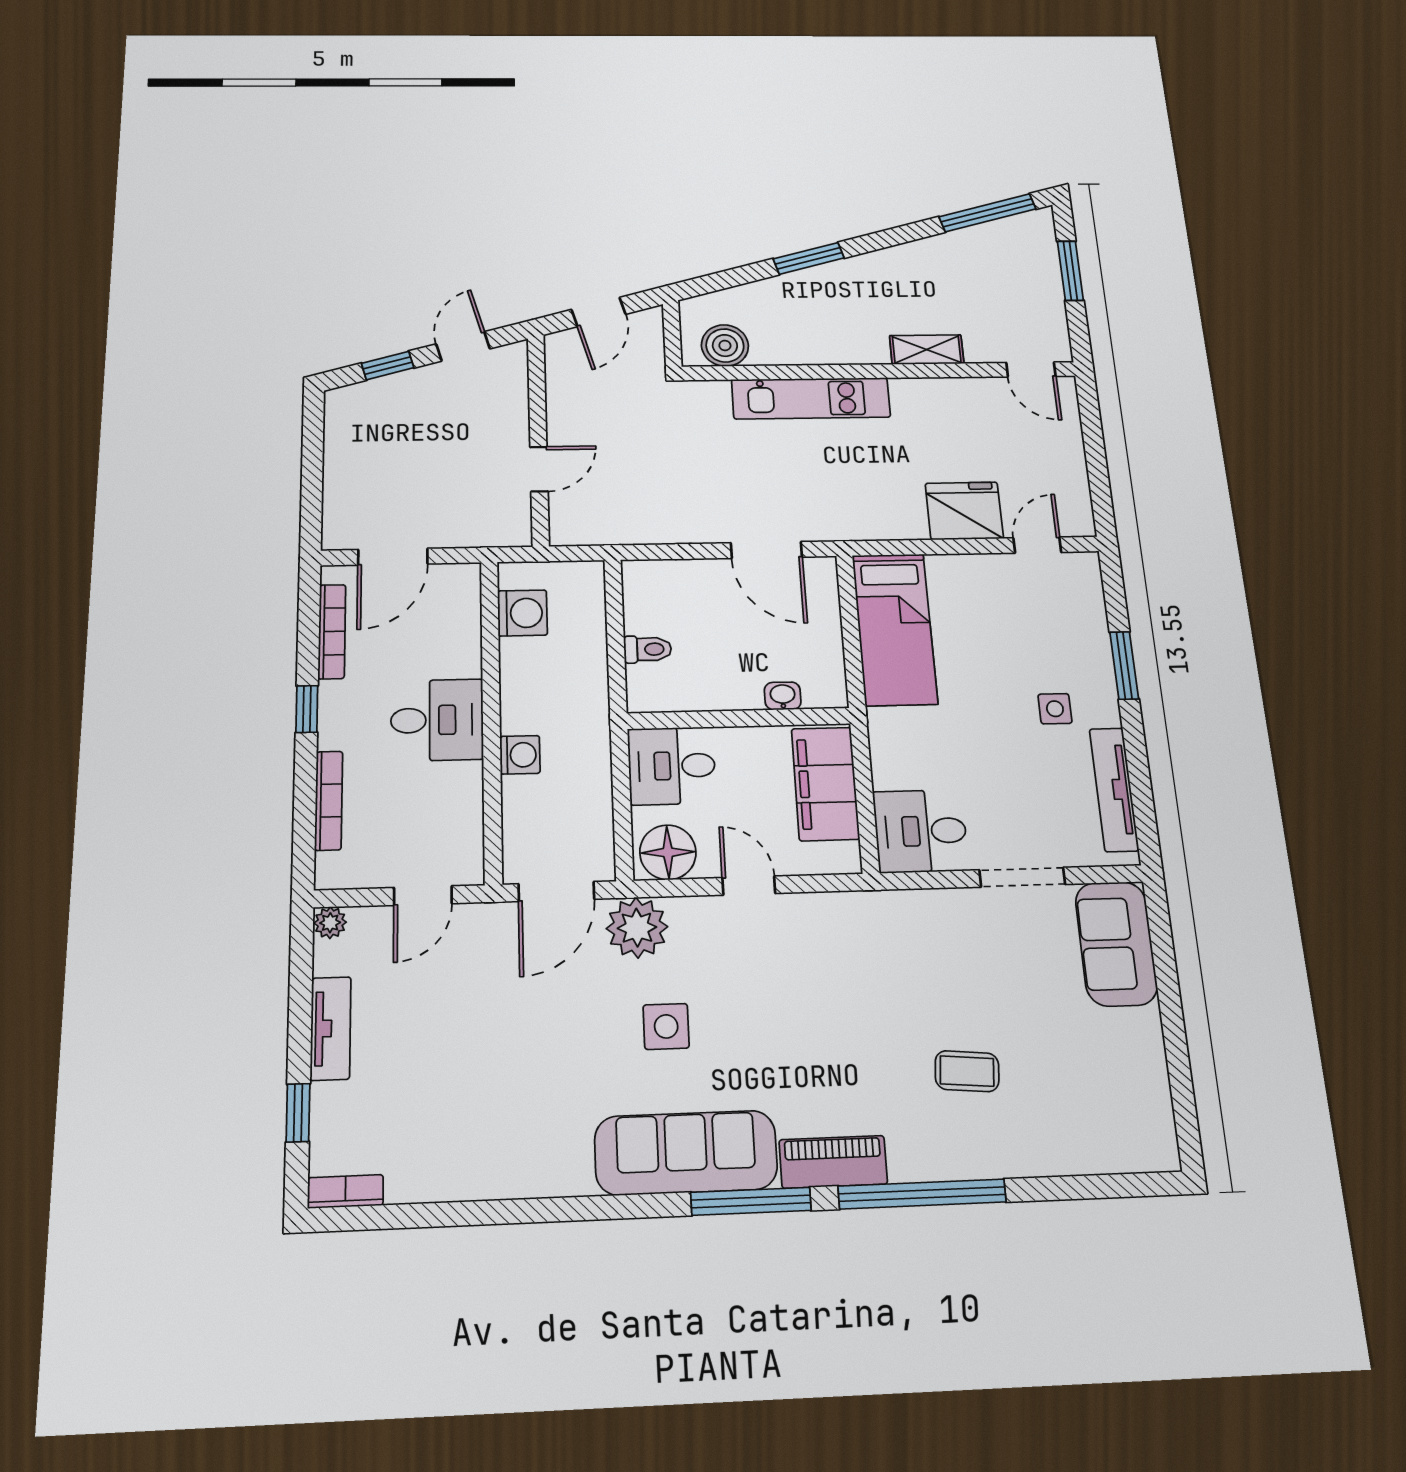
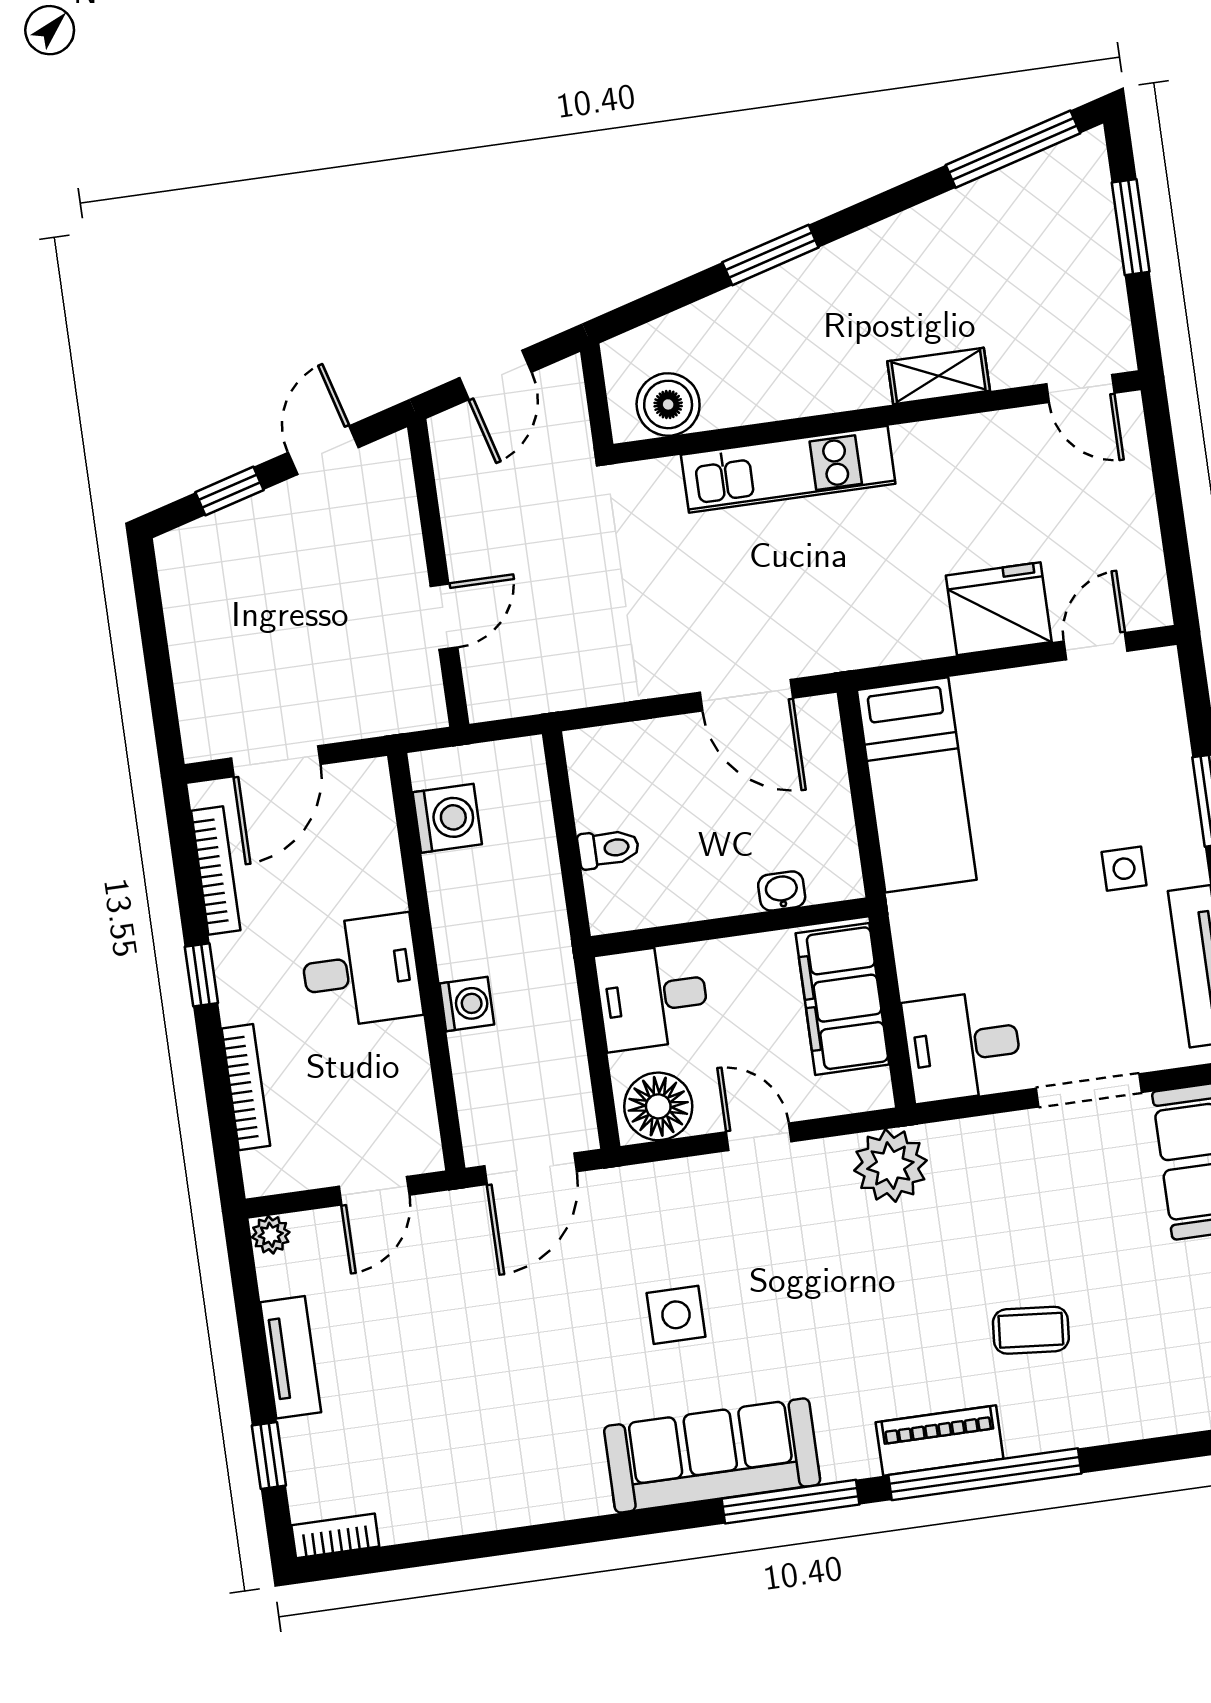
plant: (637, 928) -> (890, 1165), moved
piano: (833, 1162) -> (940, 1441), moved

